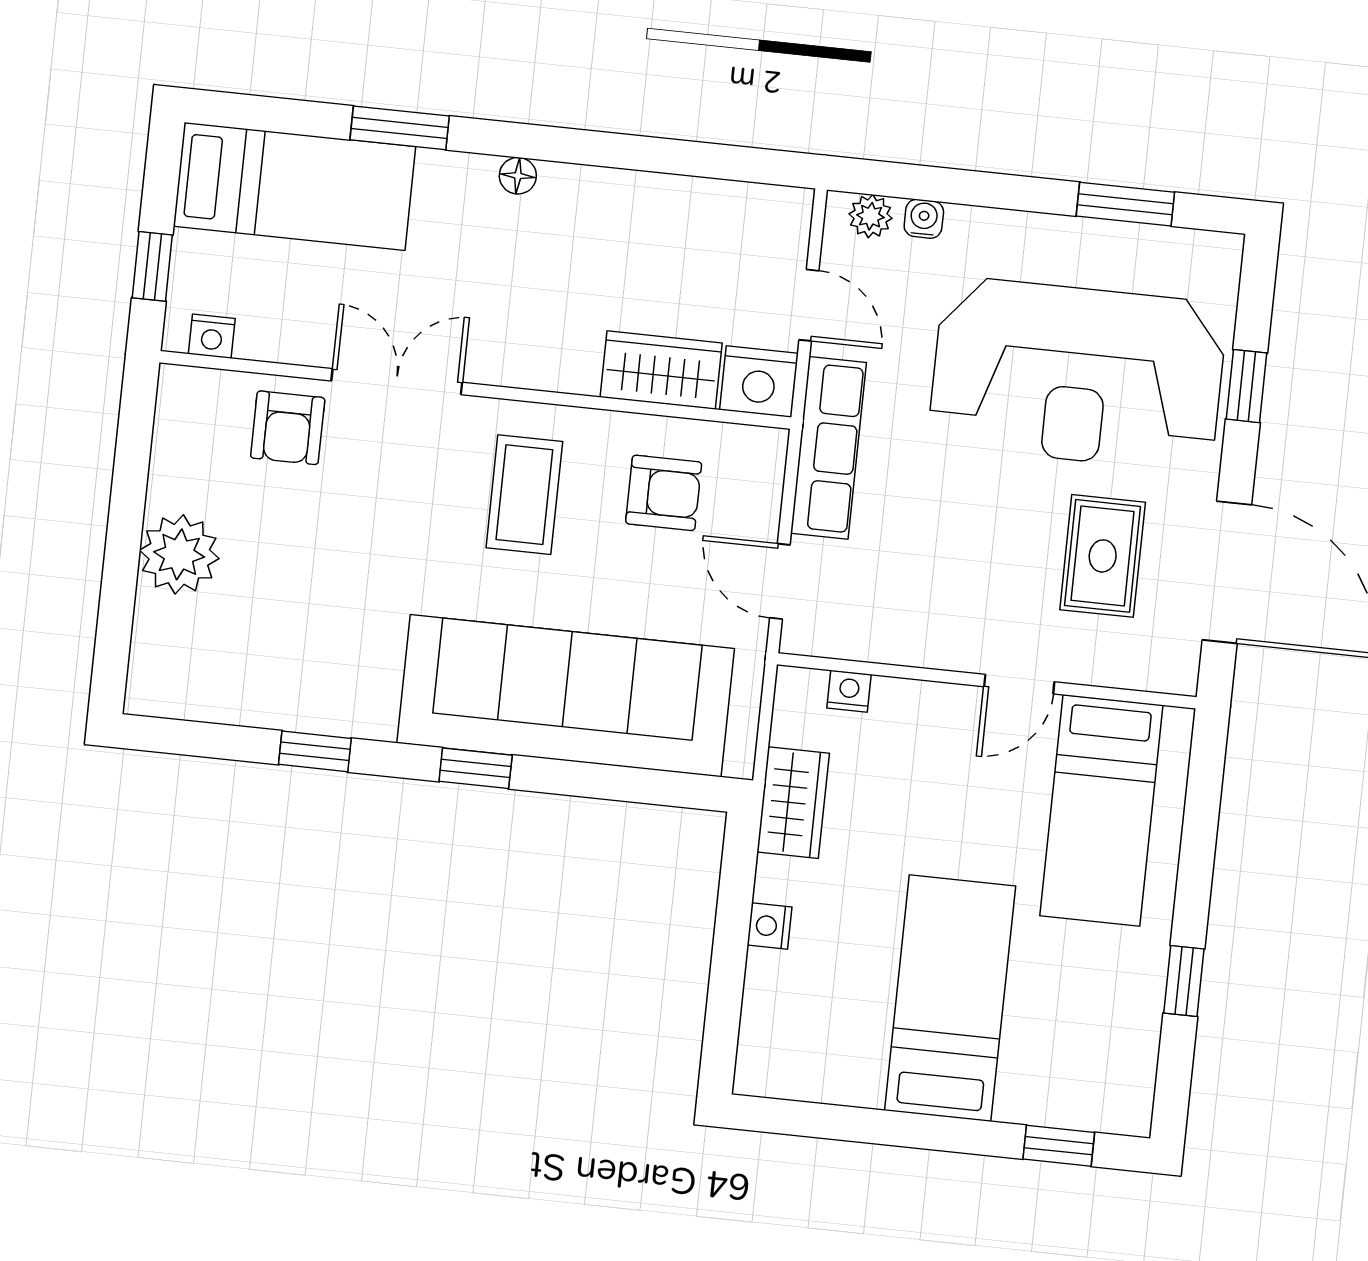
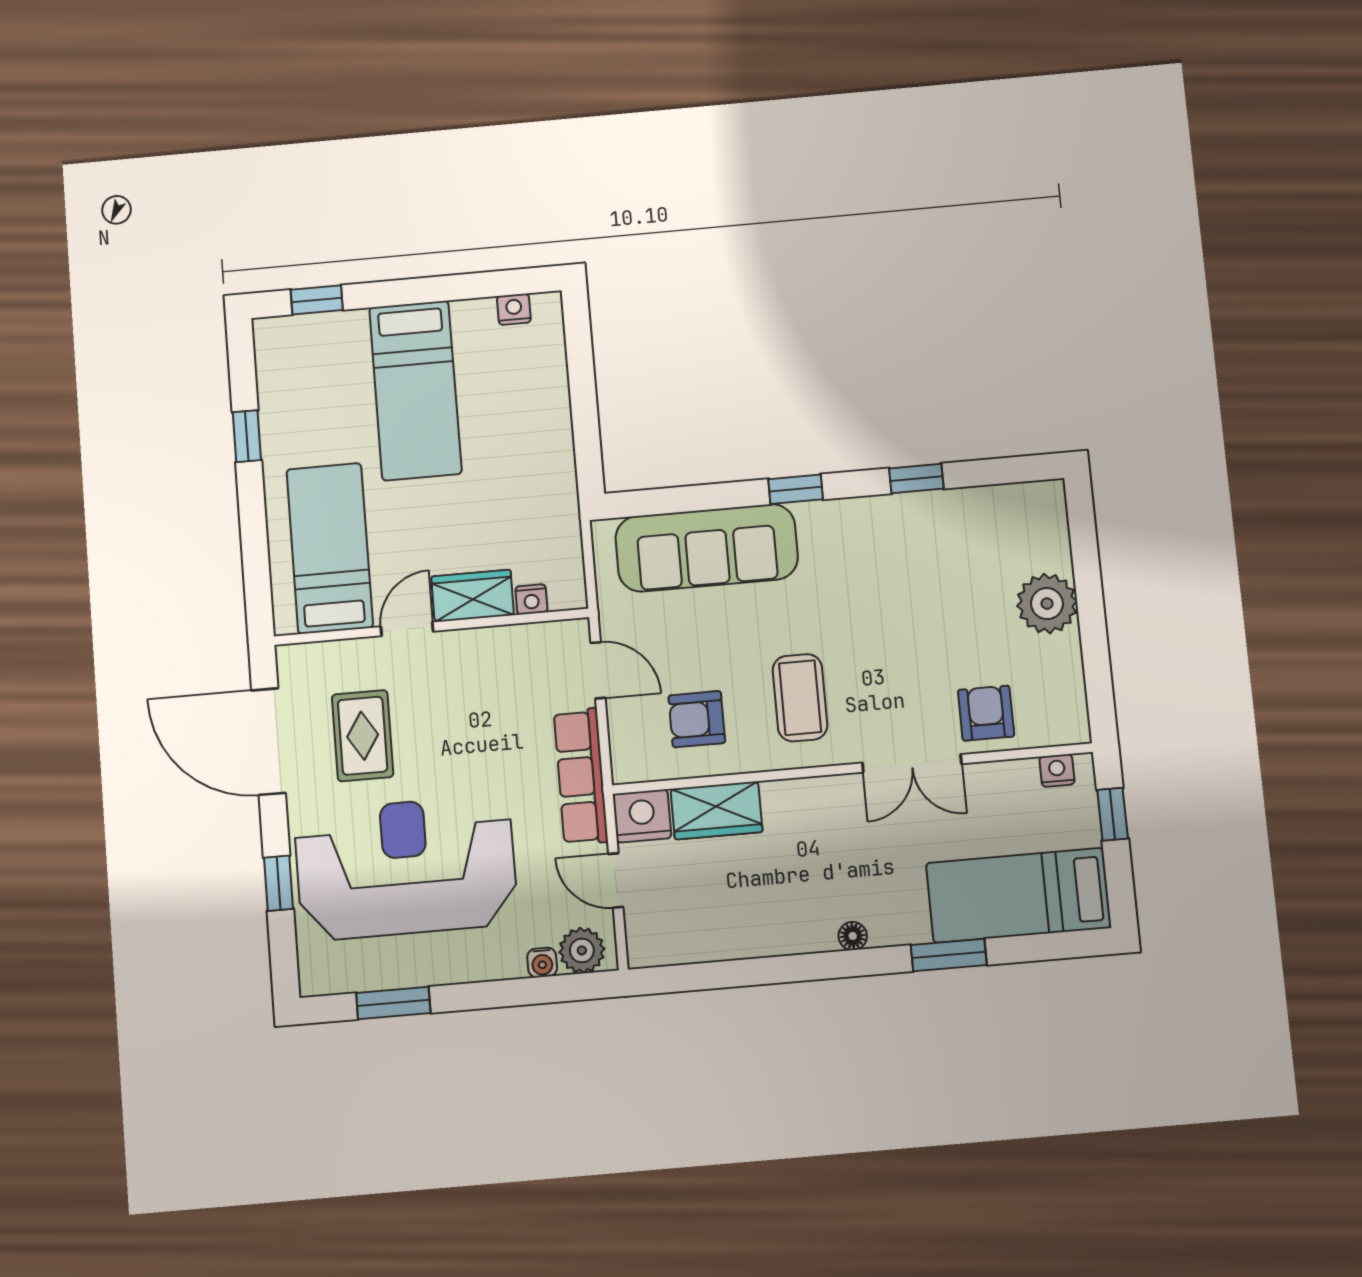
plant: (871, 216) -> (582, 950), width x1.38, depth x1.38
sofa: (566, 696) -> (707, 548), width x0.74, depth x0.79
wardrobe: (793, 803) -> (473, 596), moved, turned 90
nightstand: (770, 926) -> (514, 309), moved, turned -90

